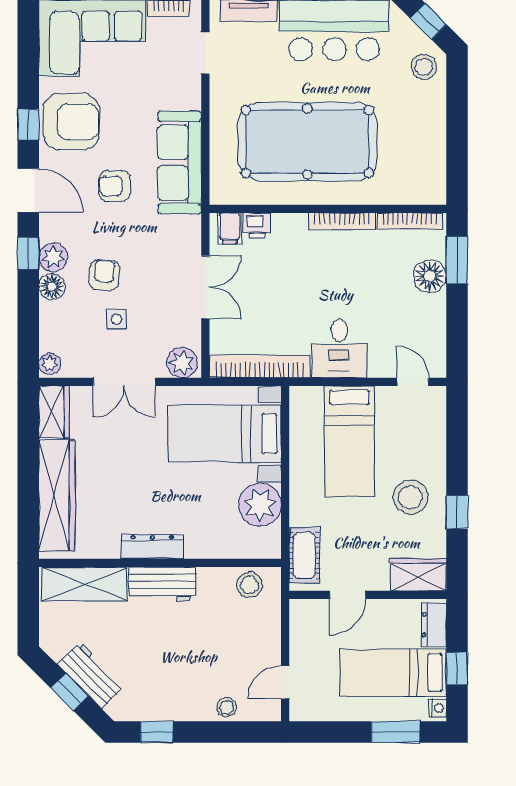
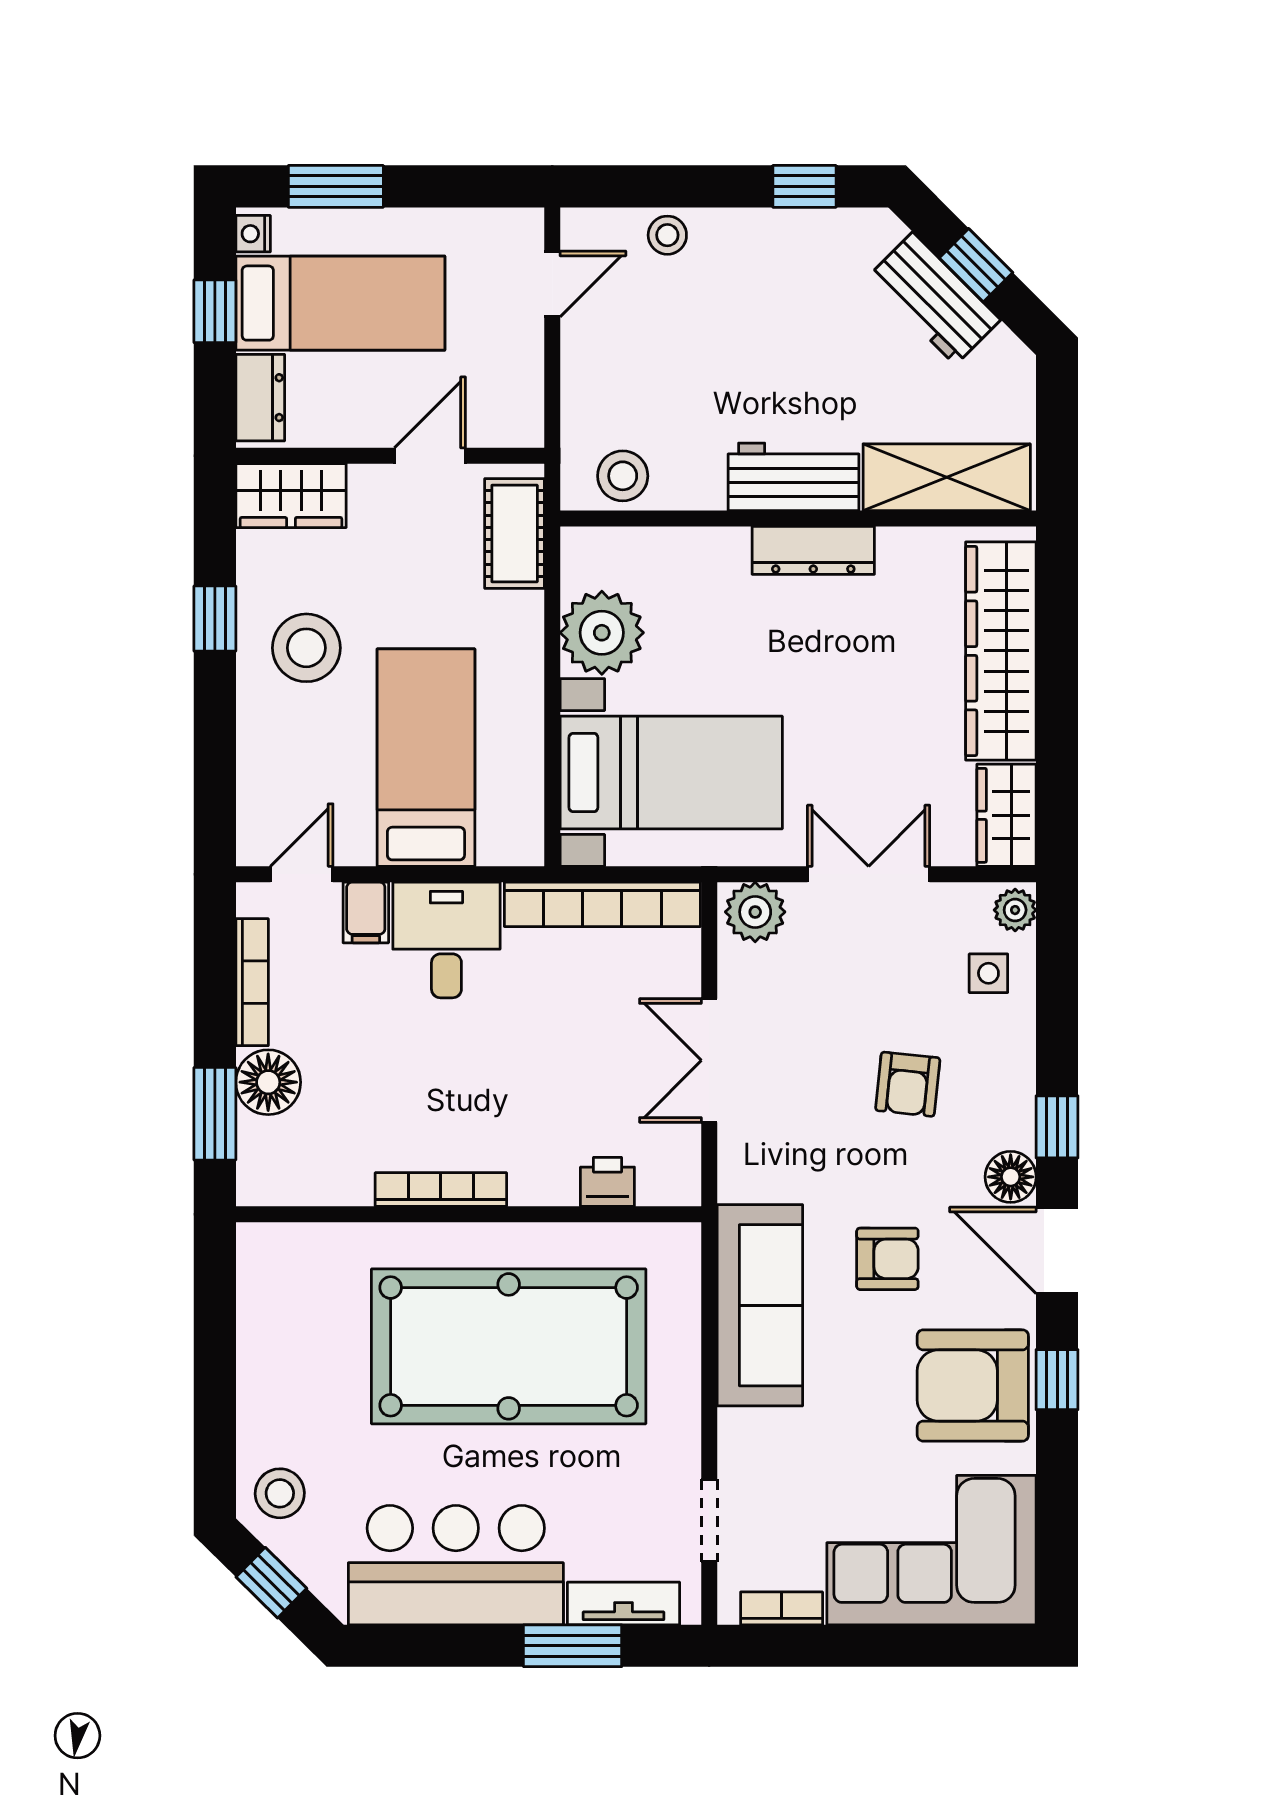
bookcase: (410, 221) -> (252, 982), moved, turned 90
filing cabinet: (230, 228) -> (366, 912), moved, turned 180
plant: (53, 257) -> (1008, 1119), removed
floor lamp: (52, 287) -> (1011, 1177), moved
side table: (117, 319) -> (988, 973), moved
door: (413, 382) -> (302, 874), swing flipped

